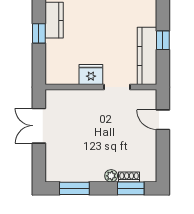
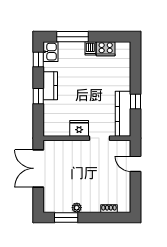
double door: (39, 126) -> (38, 168), width x1.37
plant: (111, 176) -> (77, 208), moved
window: (131, 188) -> (110, 218), removed

